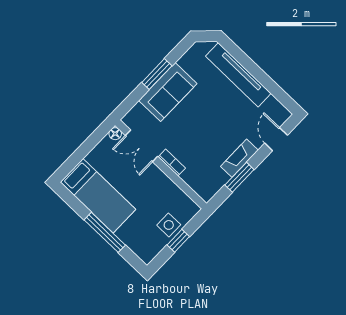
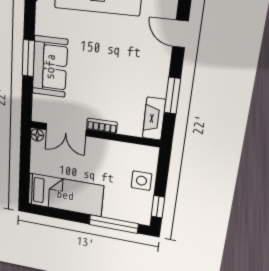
fireplace: (239, 158) -> (154, 119), moved
window: (105, 232) -> (114, 224), moved
window: (178, 241) -> (158, 207), moved

